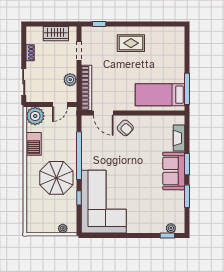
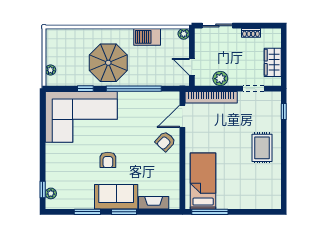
plant: (35, 116) -> (184, 34), width x0.53, depth x0.53
armchair: (141, 178) -> (108, 160), added

